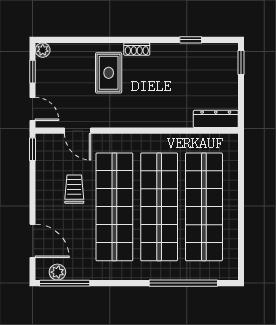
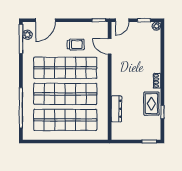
rug: (109, 73) -> (151, 104), moved, turned 90
dresser: (216, 119) -> (116, 109), moved
door: (78, 131) -> (110, 46), hinge flipped

